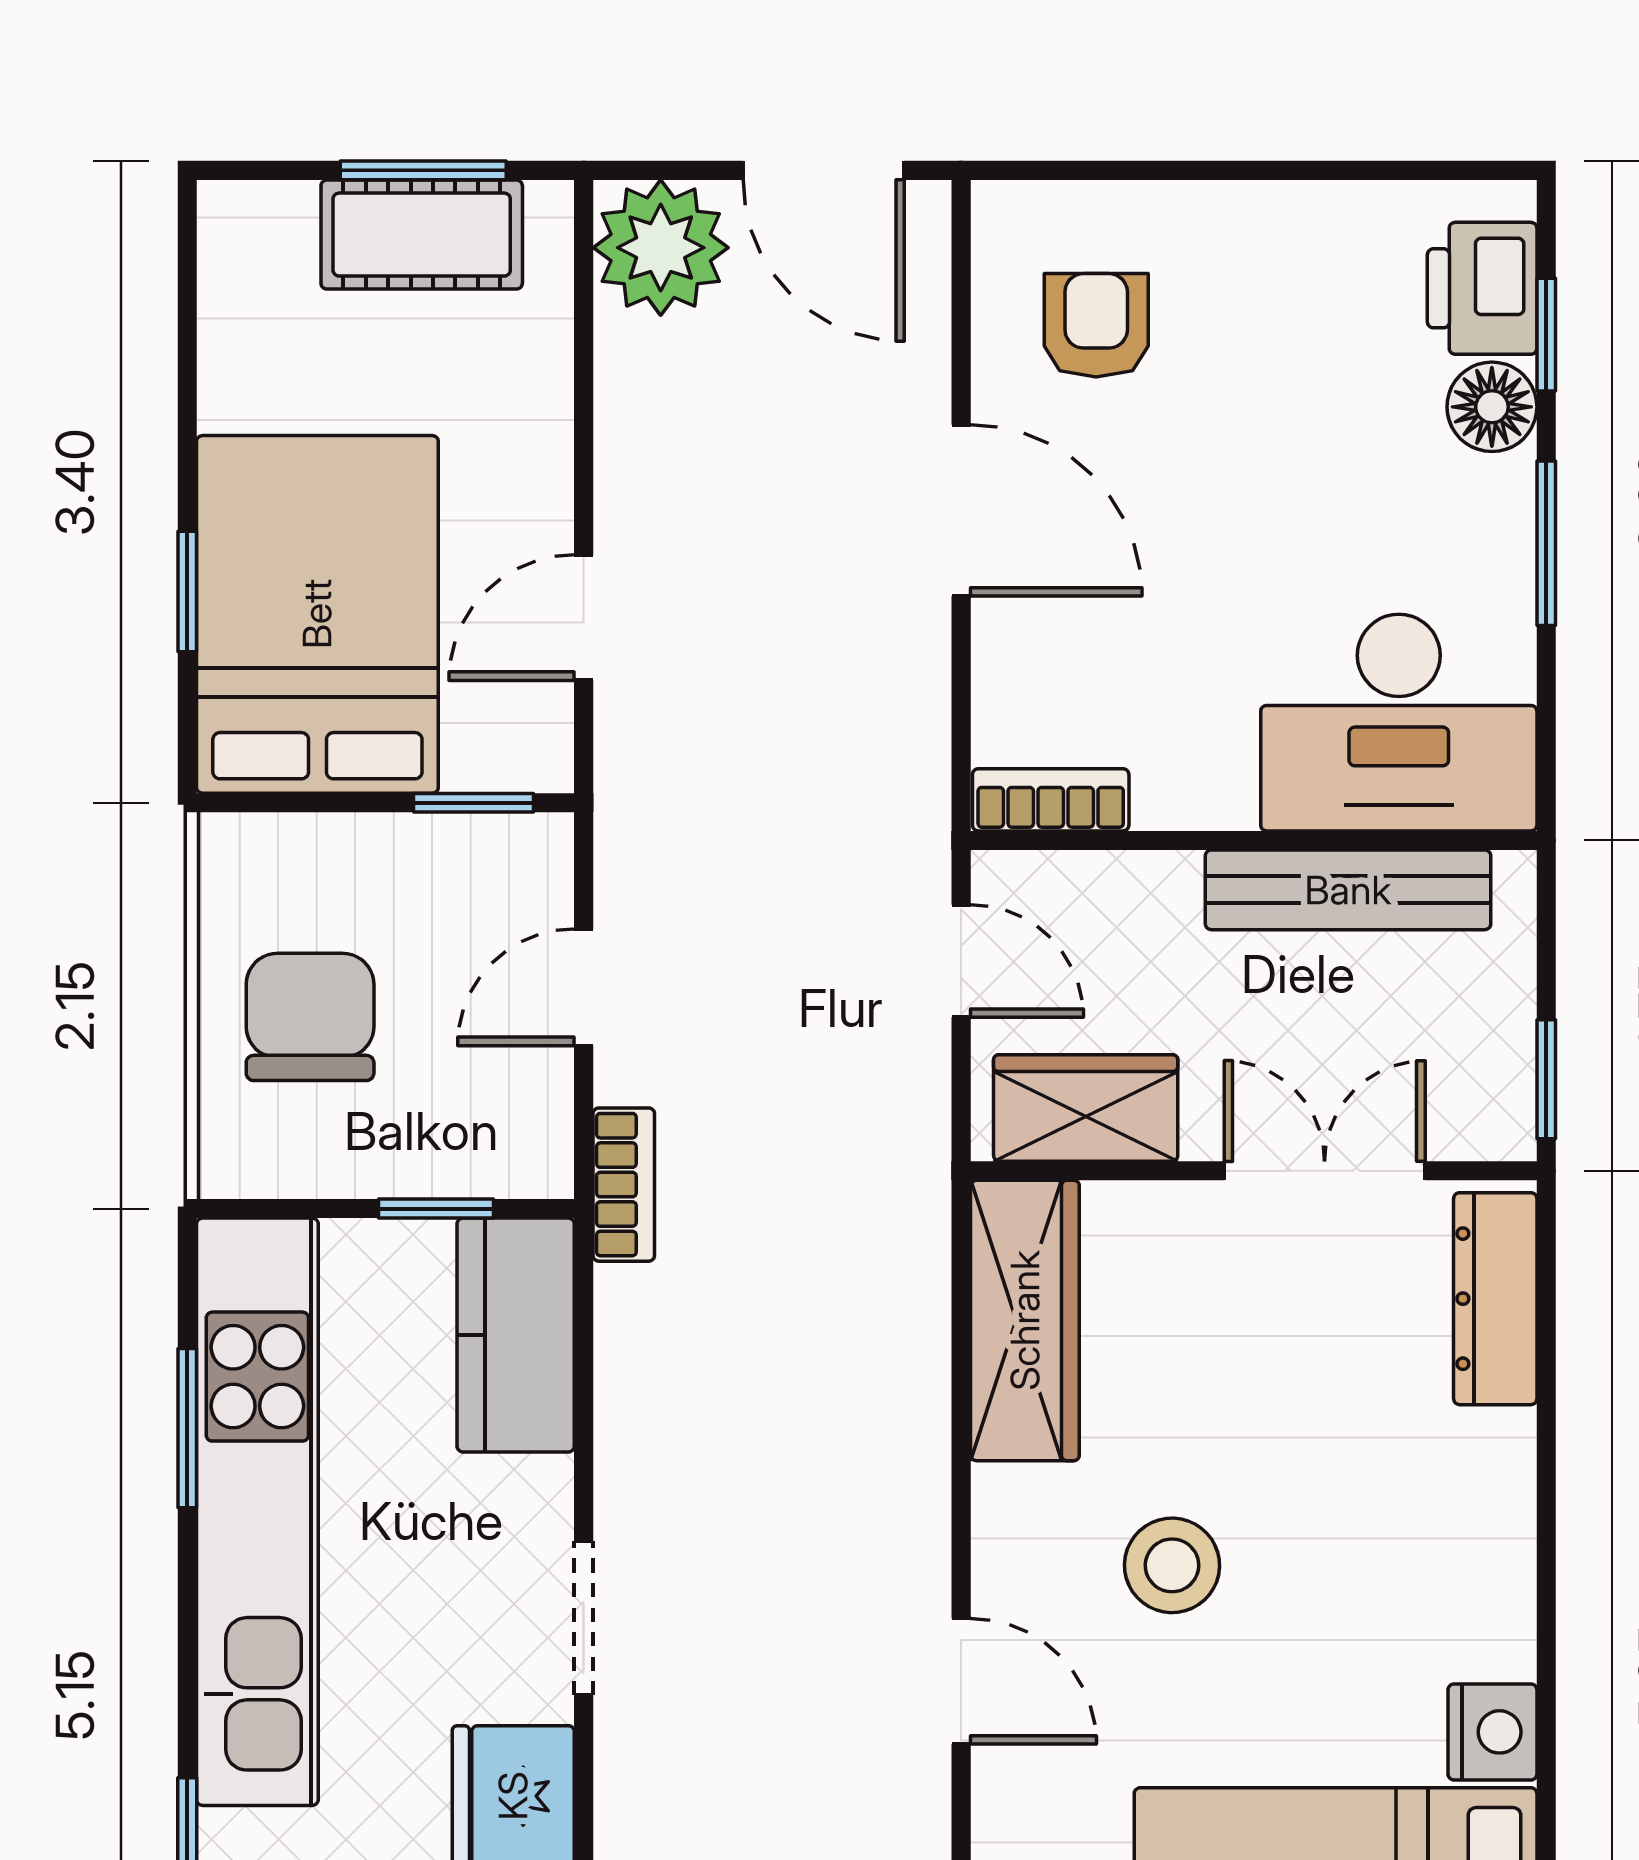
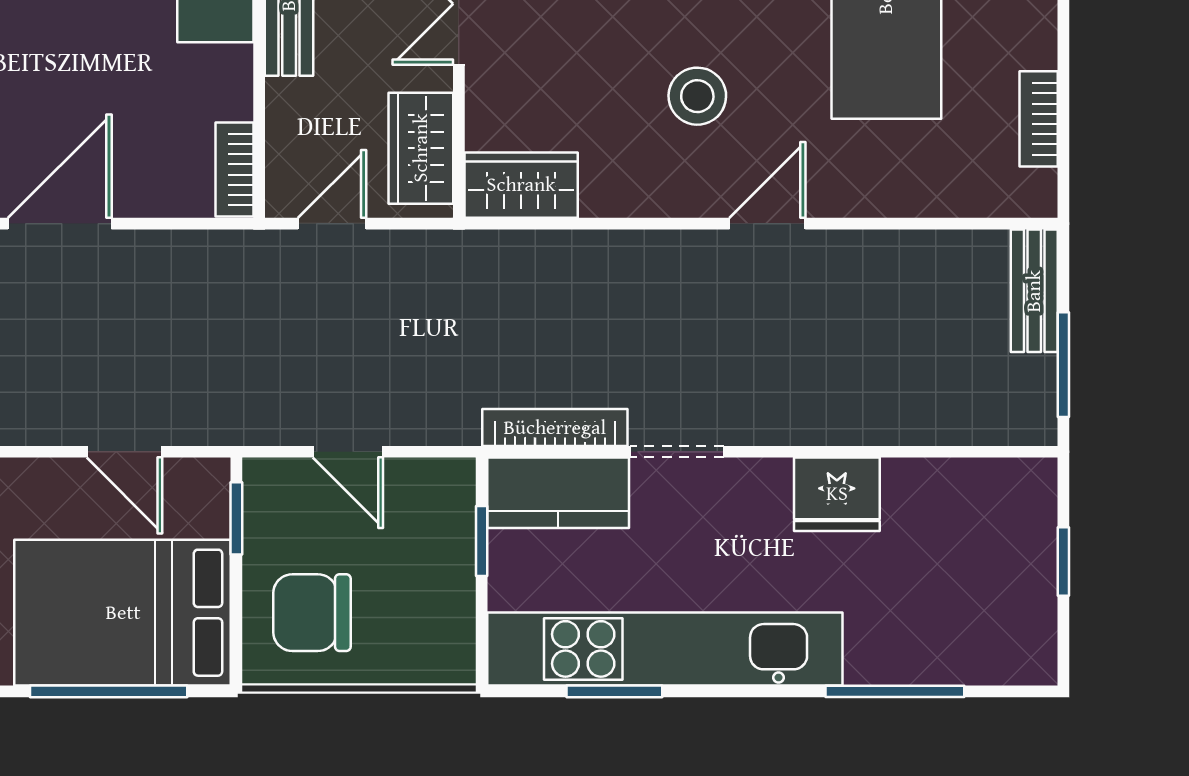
window: (187, 591) -> (109, 691), width x2.17
chair: (310, 1017) -> (312, 613), moved
bookcase: (624, 1185) -> (555, 428), moved, width x1.56
wardrobe: (1025, 1320) -> (521, 185), width x0.67
doorway: (584, 1618) -> (677, 452), moved

